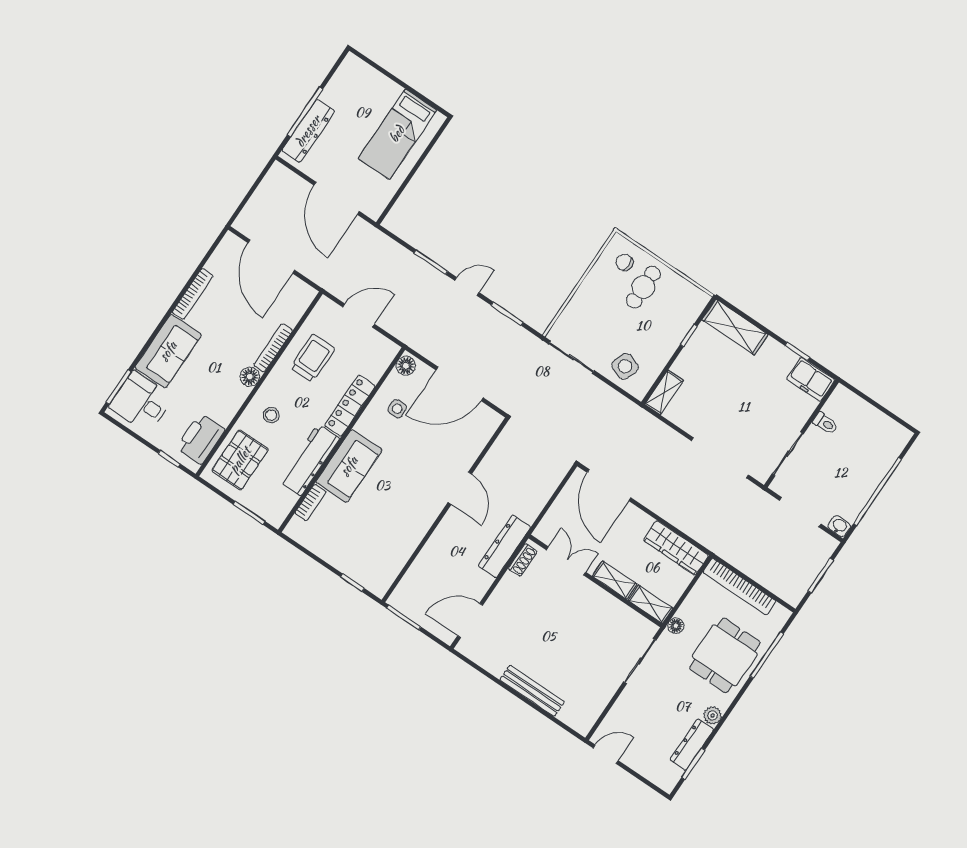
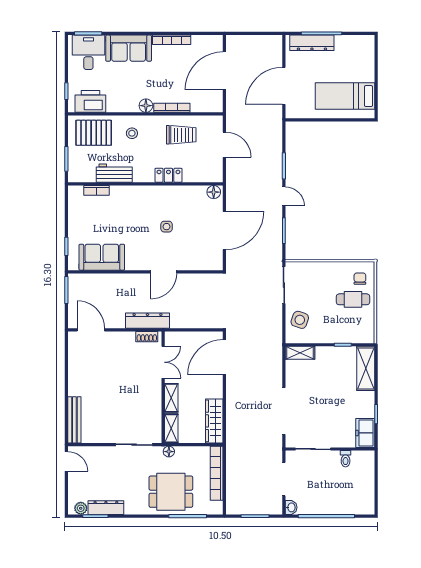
door: (460, 384) -> (224, 230), swing flipped
locker: (350, 406) -> (168, 175), width x0.66
side table: (397, 409) -> (167, 227), moved
workbench: (309, 460) -> (114, 173), width x0.73
sofa: (349, 466) -> (102, 257), moved, turned 180
bench: (532, 691) -> (74, 420), moved
plant: (713, 715) -> (81, 508), moved

